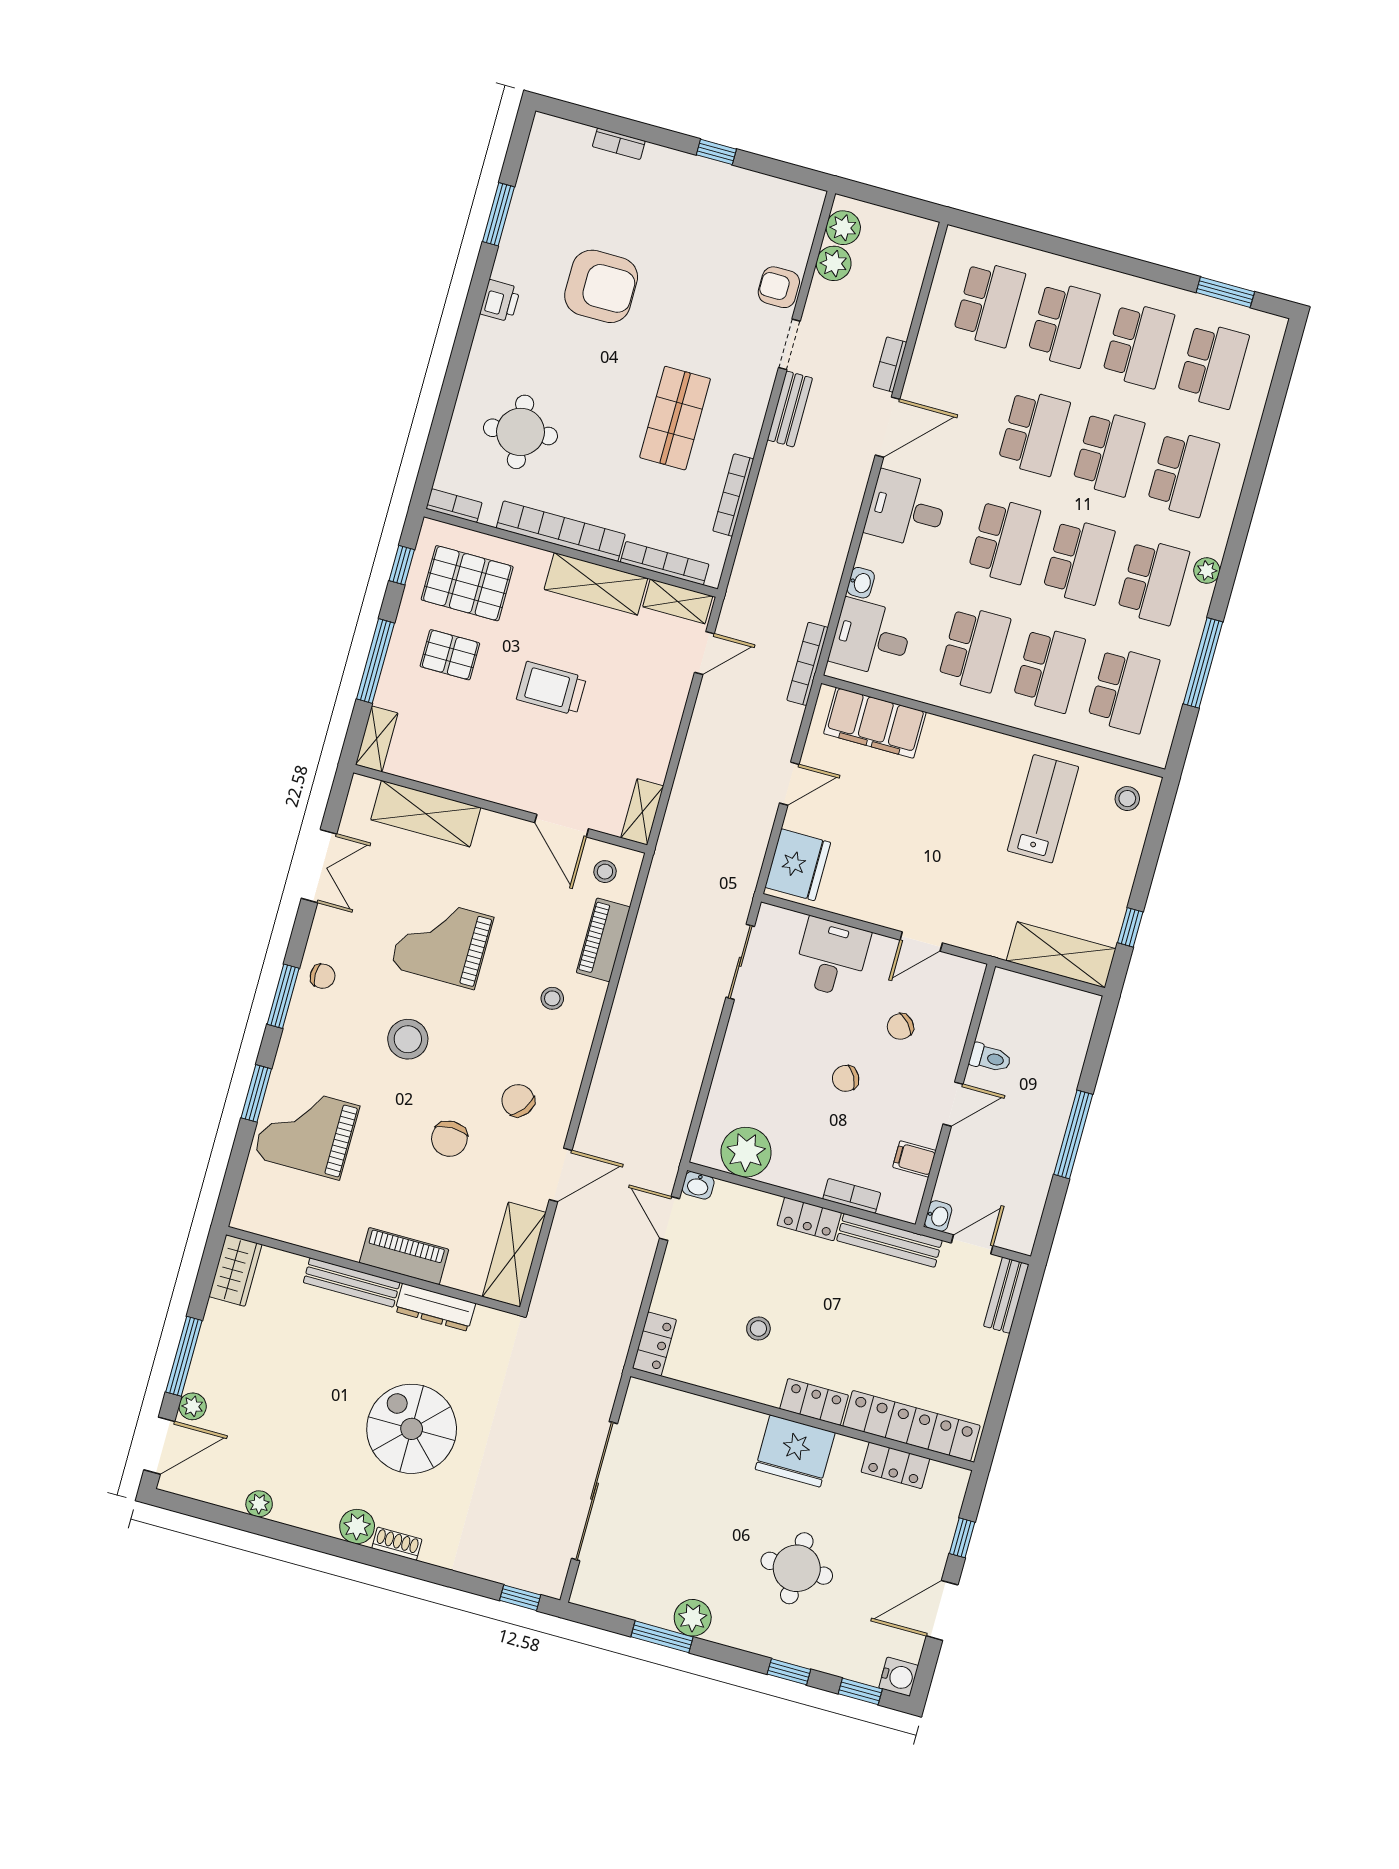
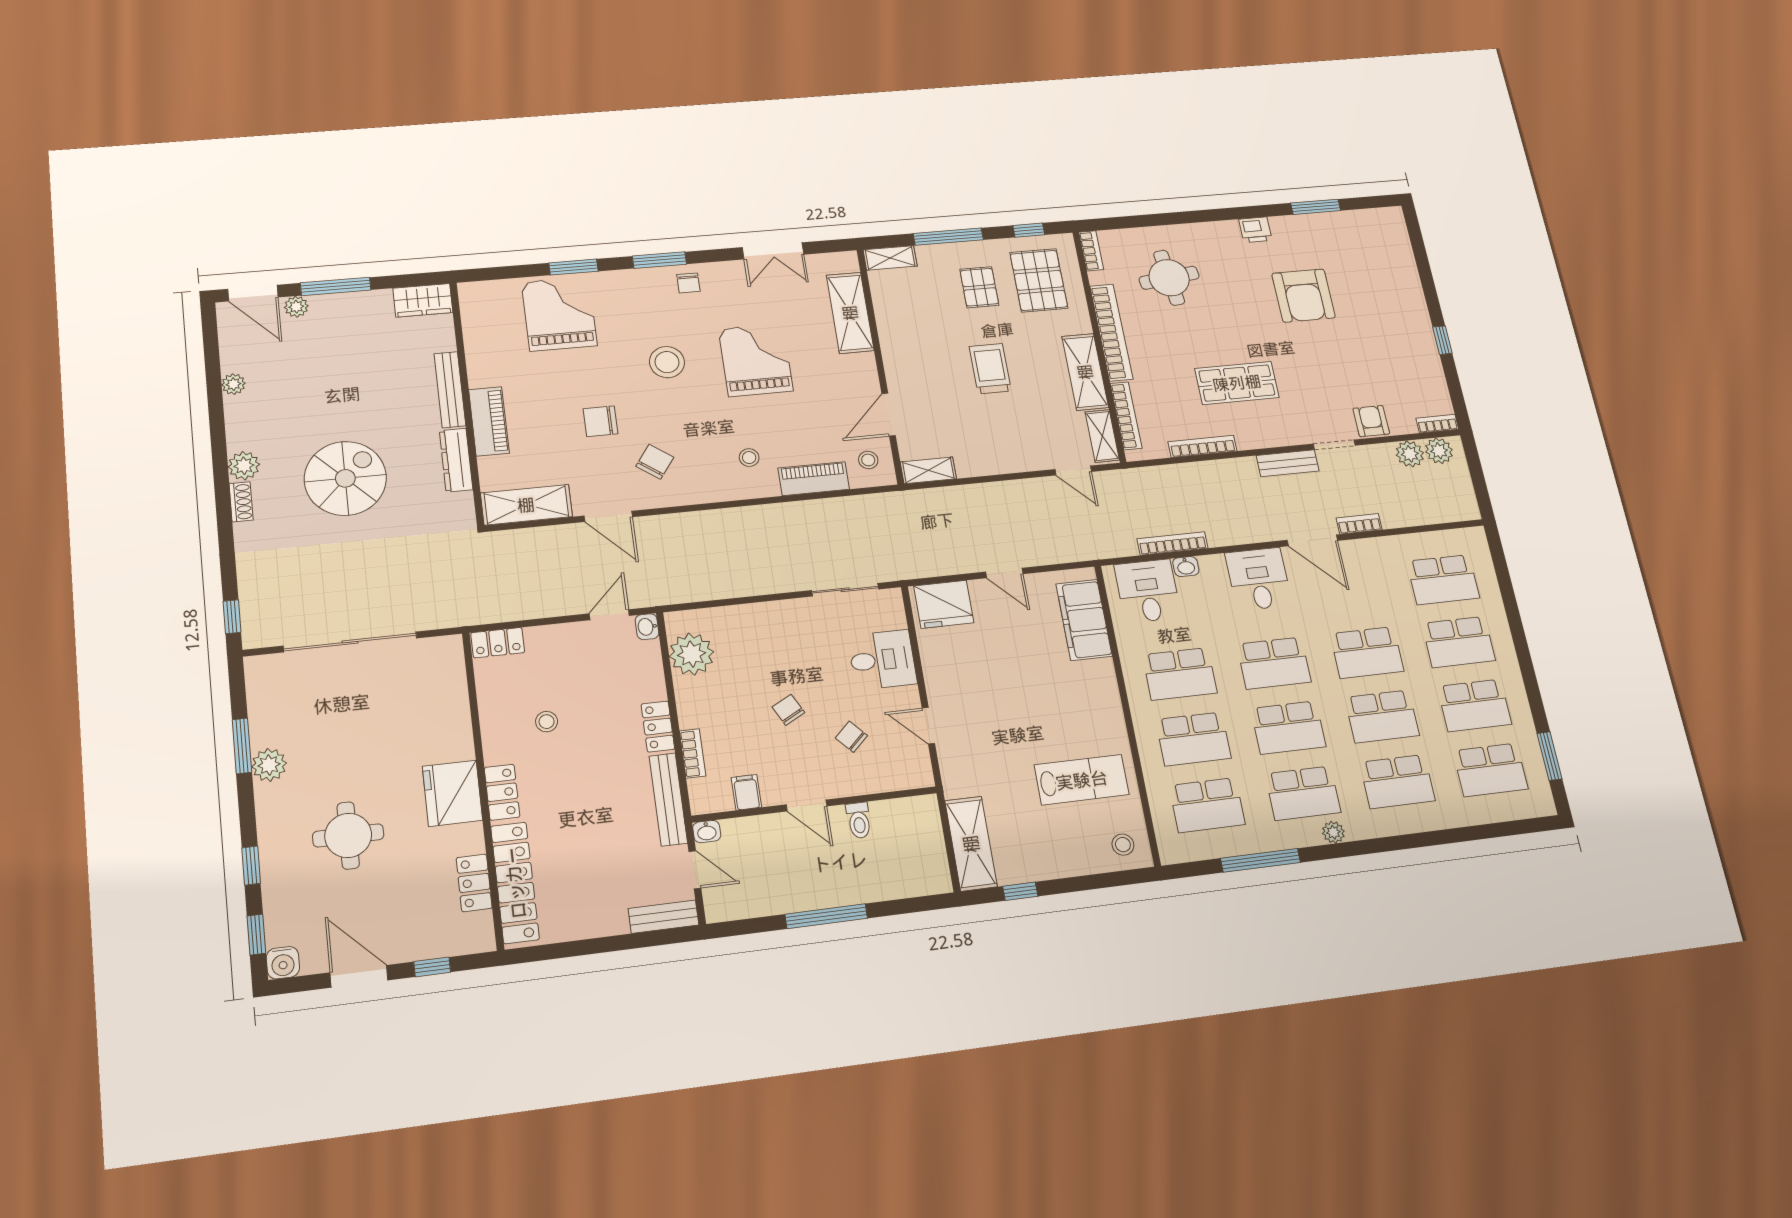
bookcase: (619, 144) -> (1437, 424), moved, turned 90
bookcase: (807, 664) -> (1172, 543), moved

